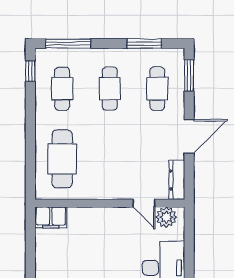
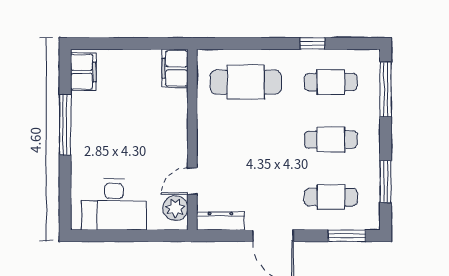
window: (30, 71) -> (312, 43), moved

